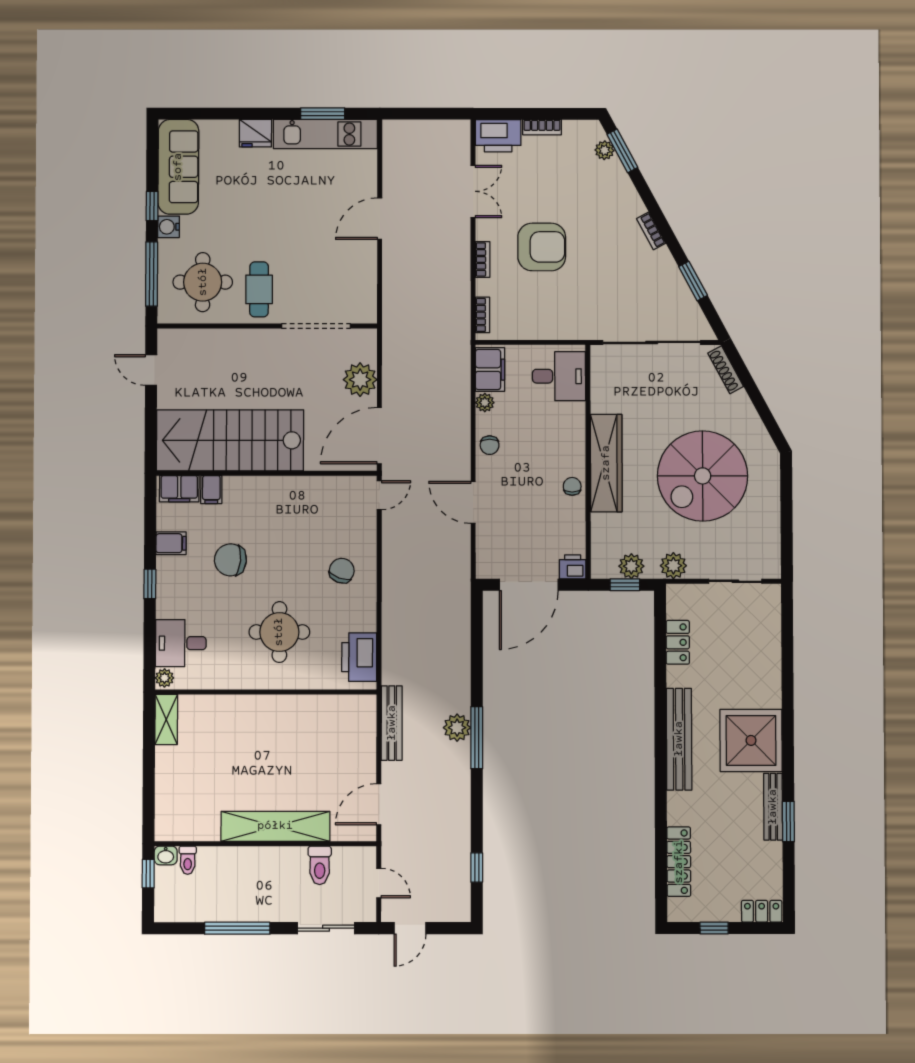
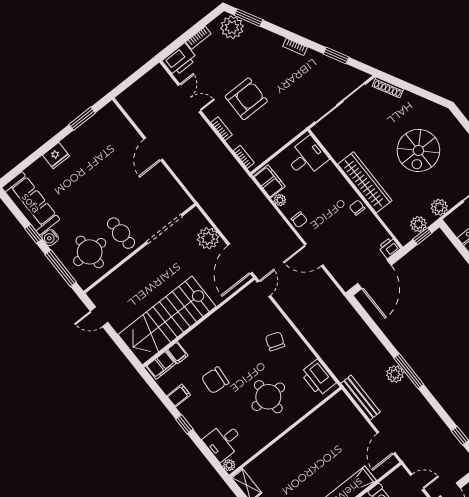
kitchen unit: (325, 134) -> (92, 128), removed
plant: (605, 150) -> (232, 27), width x1.87, depth x1.87
spiral stairs: (703, 476) -> (418, 150), width x0.73, depth x0.73

